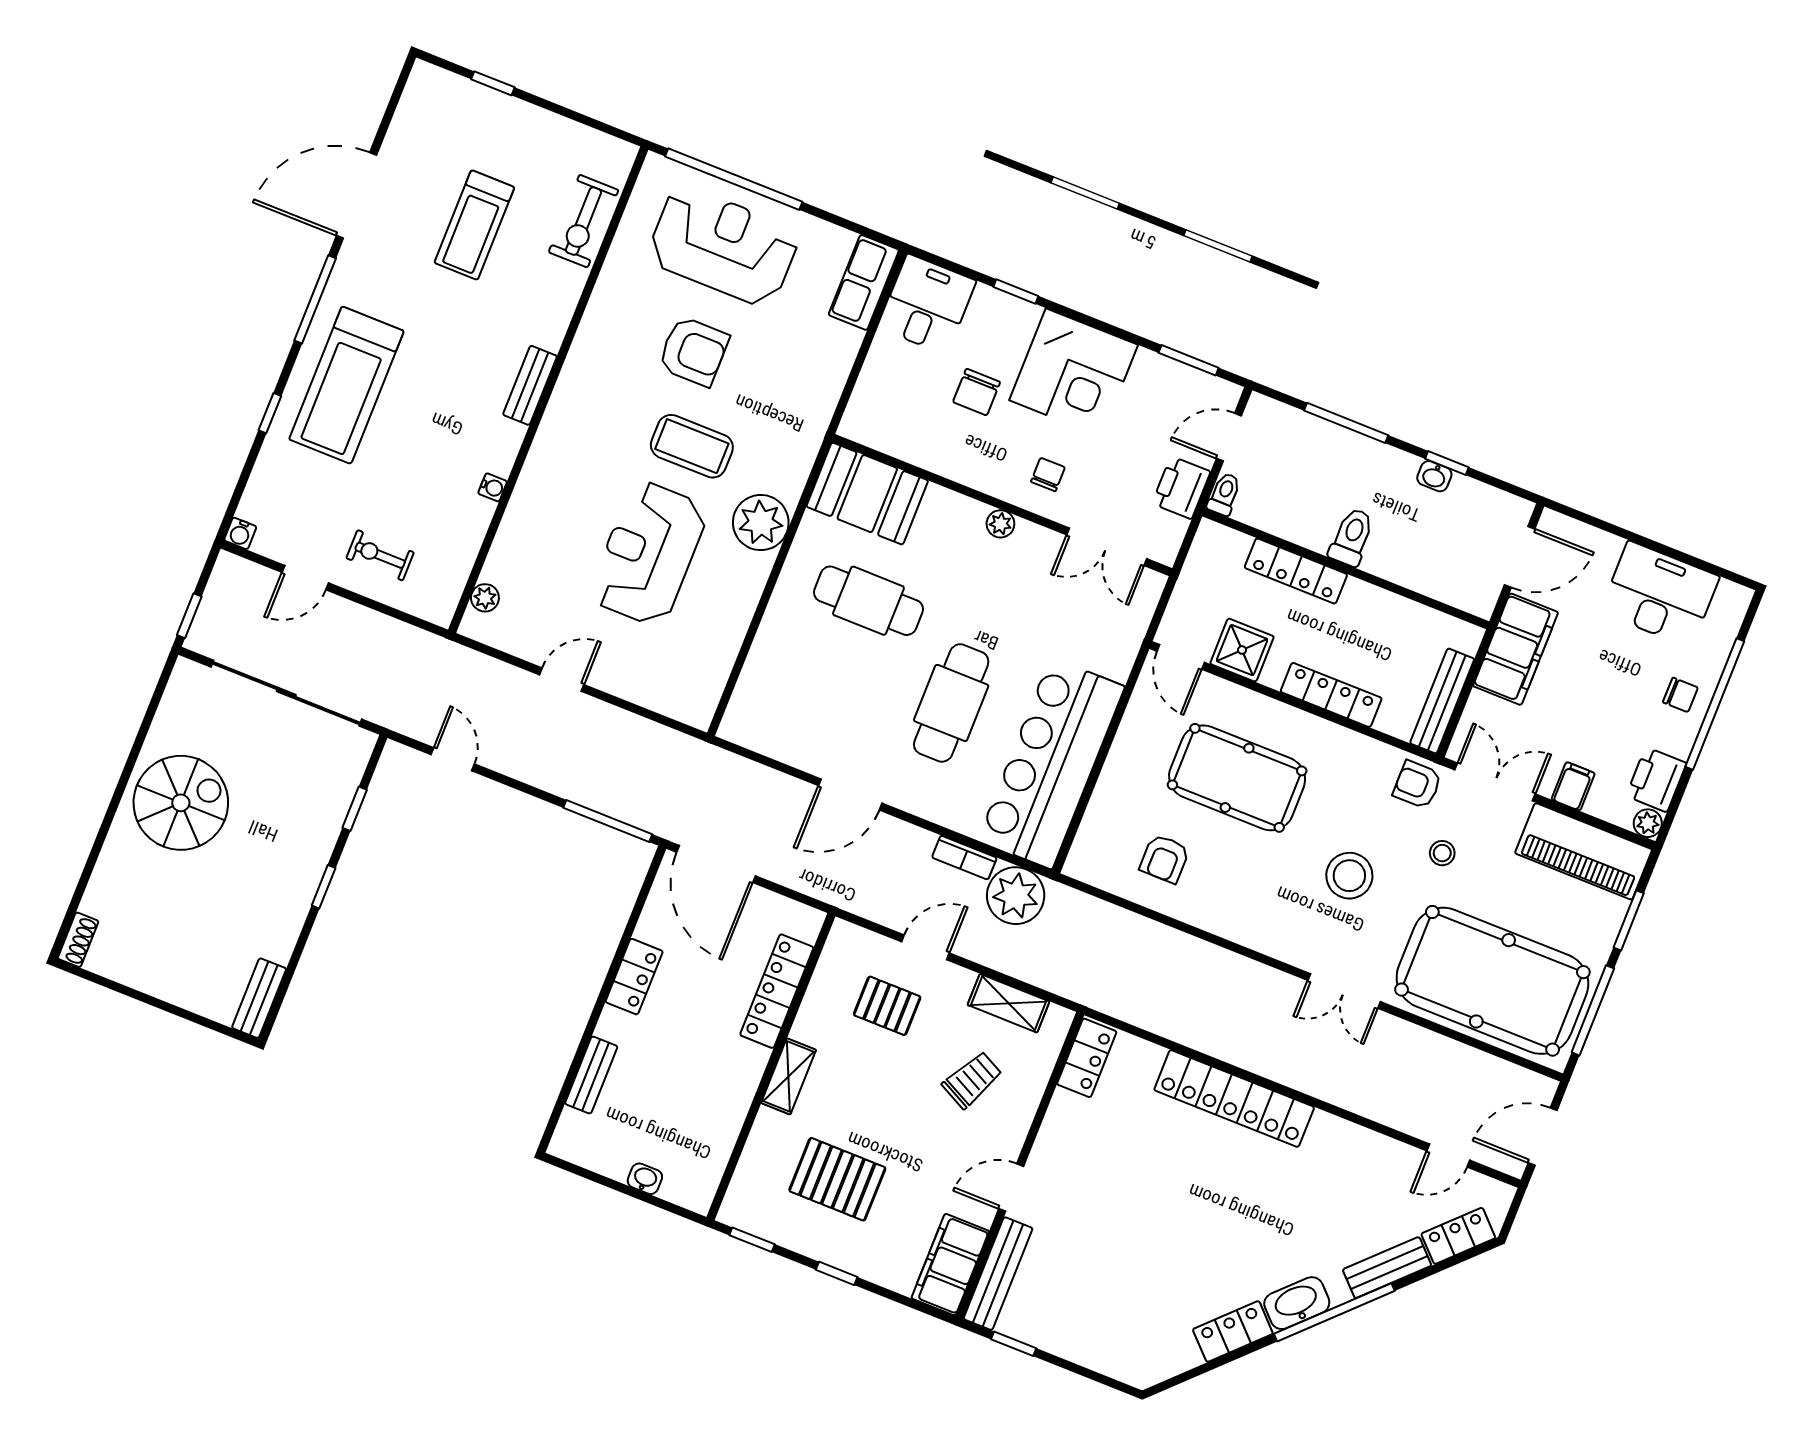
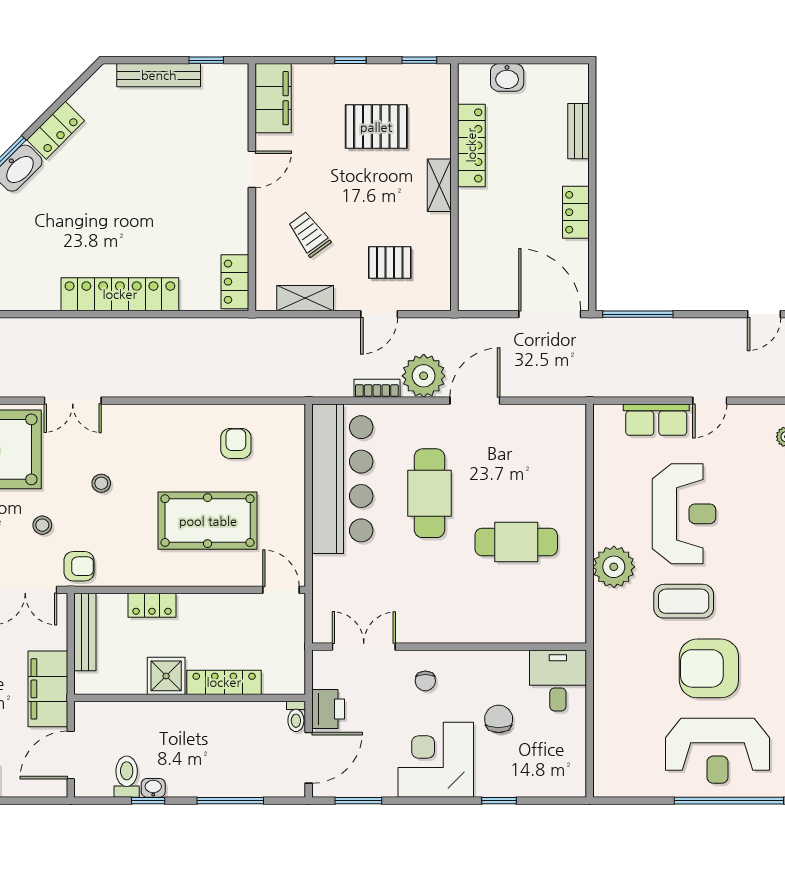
row of seats: (864, 282) -> (656, 420), moved, turned 90
desk: (927, 304) -> (558, 680), moved, turned 180
armchair: (694, 351) -> (709, 668), width x1.36, depth x1.36
door: (1229, 437) -> (309, 758), width x1.38
booth: (867, 494) -> (547, 617), removed
plant: (1000, 524) -> (445, 633), removed
toilet: (1352, 537) -> (127, 777), moved, turned 180
shower: (1242, 650) -> (166, 676), moved
locker: (1331, 695) -> (152, 605), width x0.66
door: (453, 759) -> (764, 314), hinge flipped
stool: (1349, 876) -> (101, 483), width x0.53, depth x0.53
plant: (1016, 896) -> (424, 376), moved
locker: (777, 991) -> (471, 145), moved
double door: (1344, 991) -> (73, 401), swing flipped
trolley: (972, 1080) -> (309, 234), turned 117
washbasin: (645, 1179) -> (507, 77), width x1.38, depth x1.45
bench: (998, 1274) -> (159, 75), moved, turned 90

